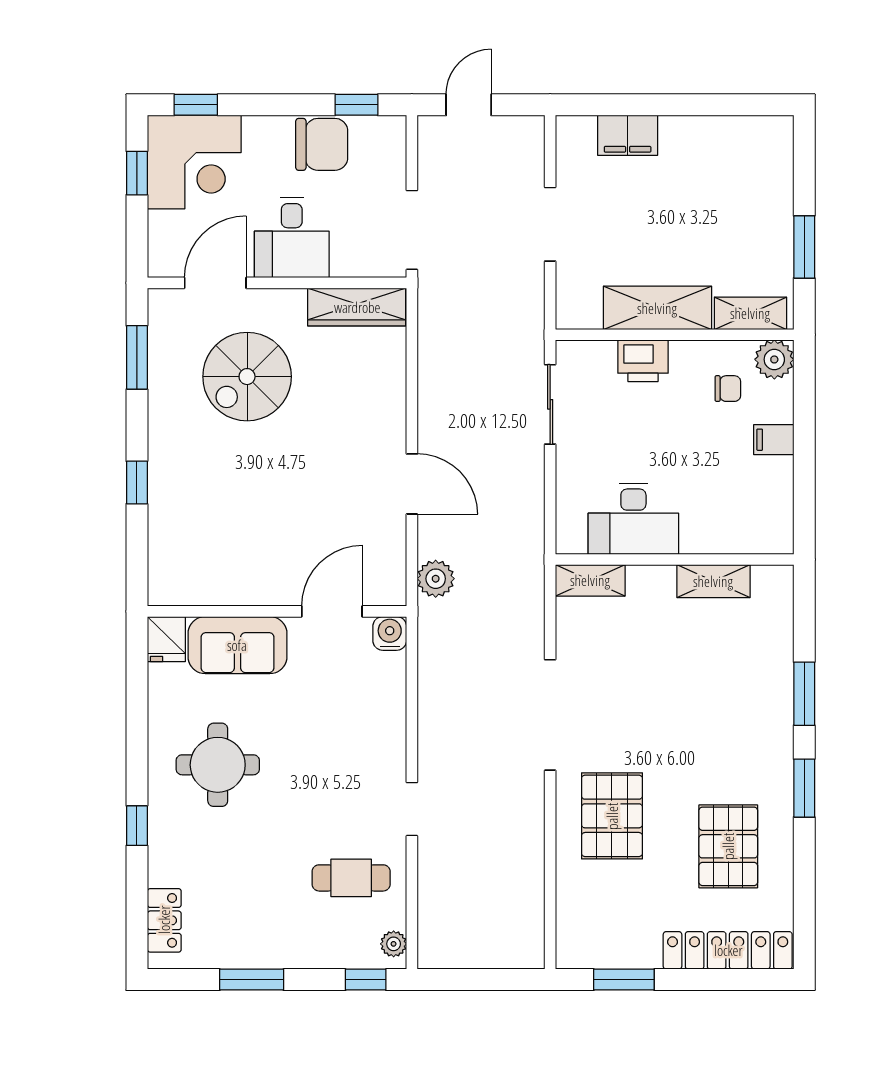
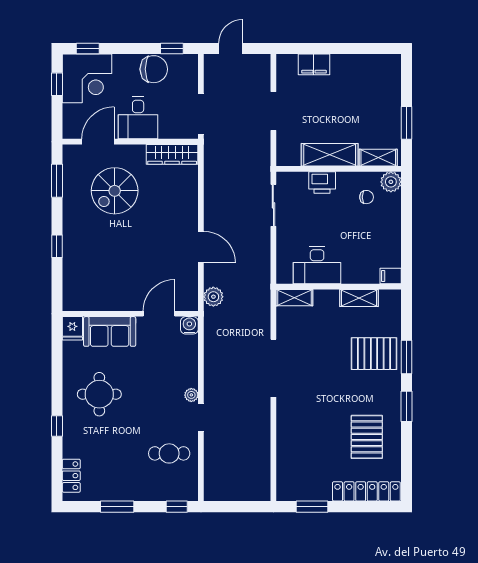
filing cabinet: (774, 440) -> (391, 276), moved
pallet: (612, 816) -> (374, 354), moved, turned 90
plant: (394, 944) -> (191, 395), moved

